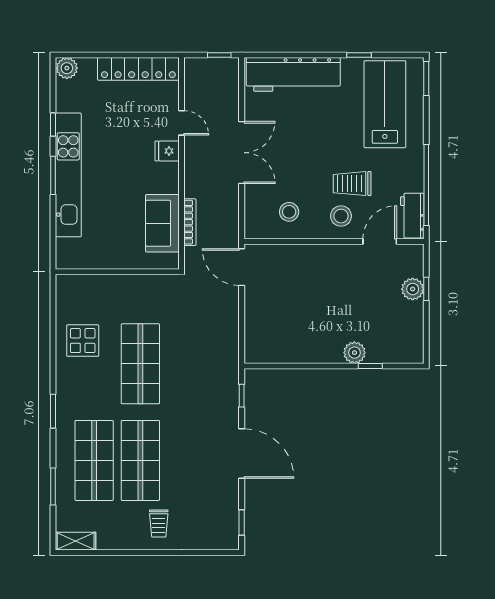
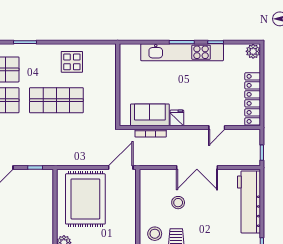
fridge: (167, 151) -> (177, 118), moved
stool: (289, 212) -> (178, 203), moved
rug: (289, 320) -> (85, 199), added

